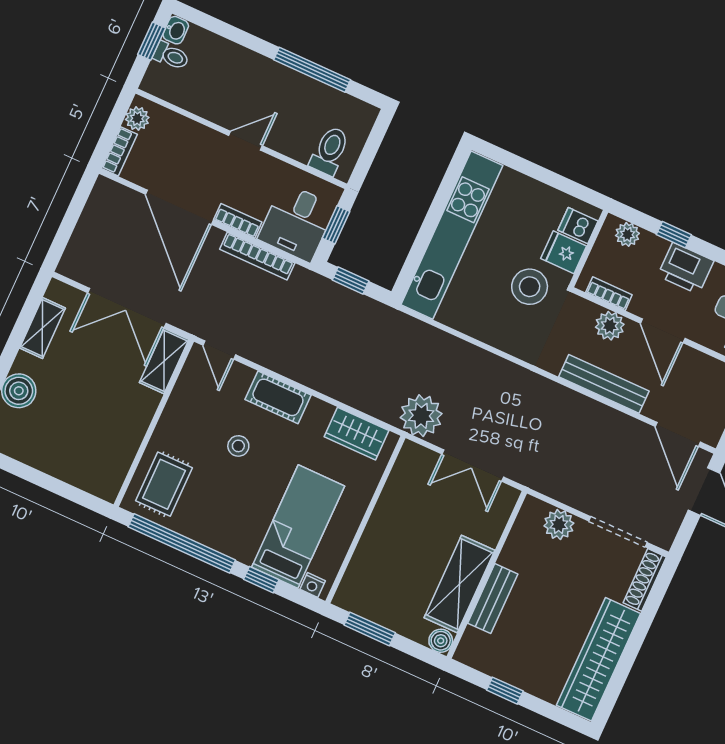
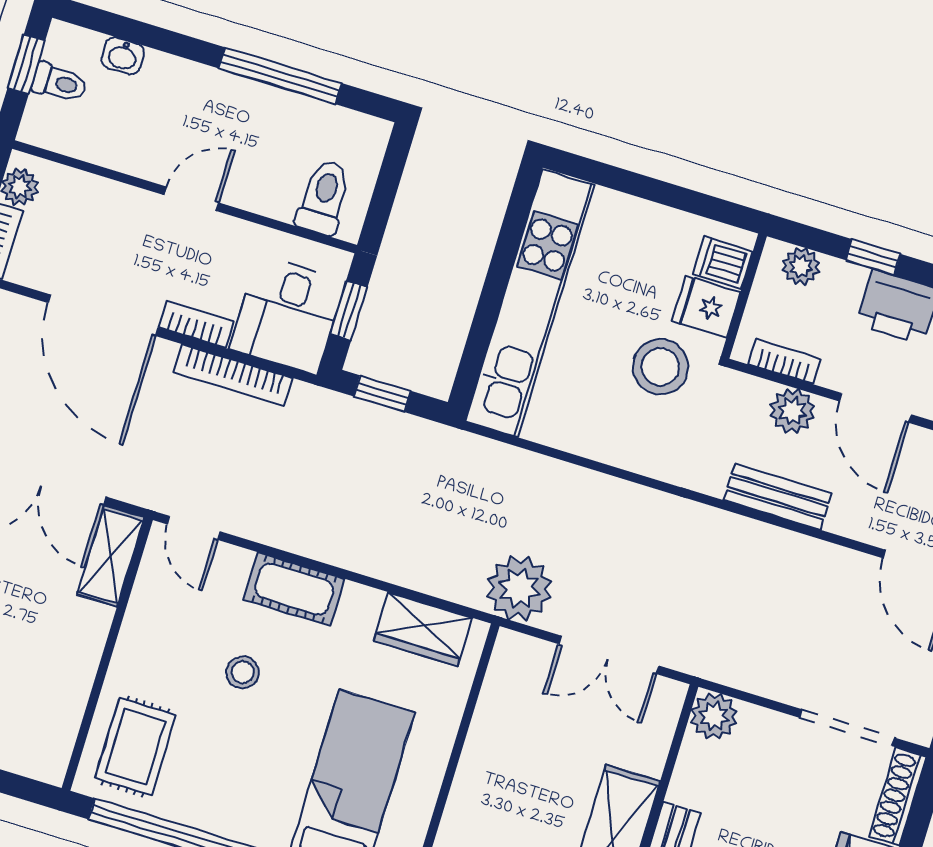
washbasin: (176, 30) -> (123, 56), moved, turned 90
bench: (604, 384) -> (777, 497), width x0.73
plant: (559, 525) -> (714, 716), moved

